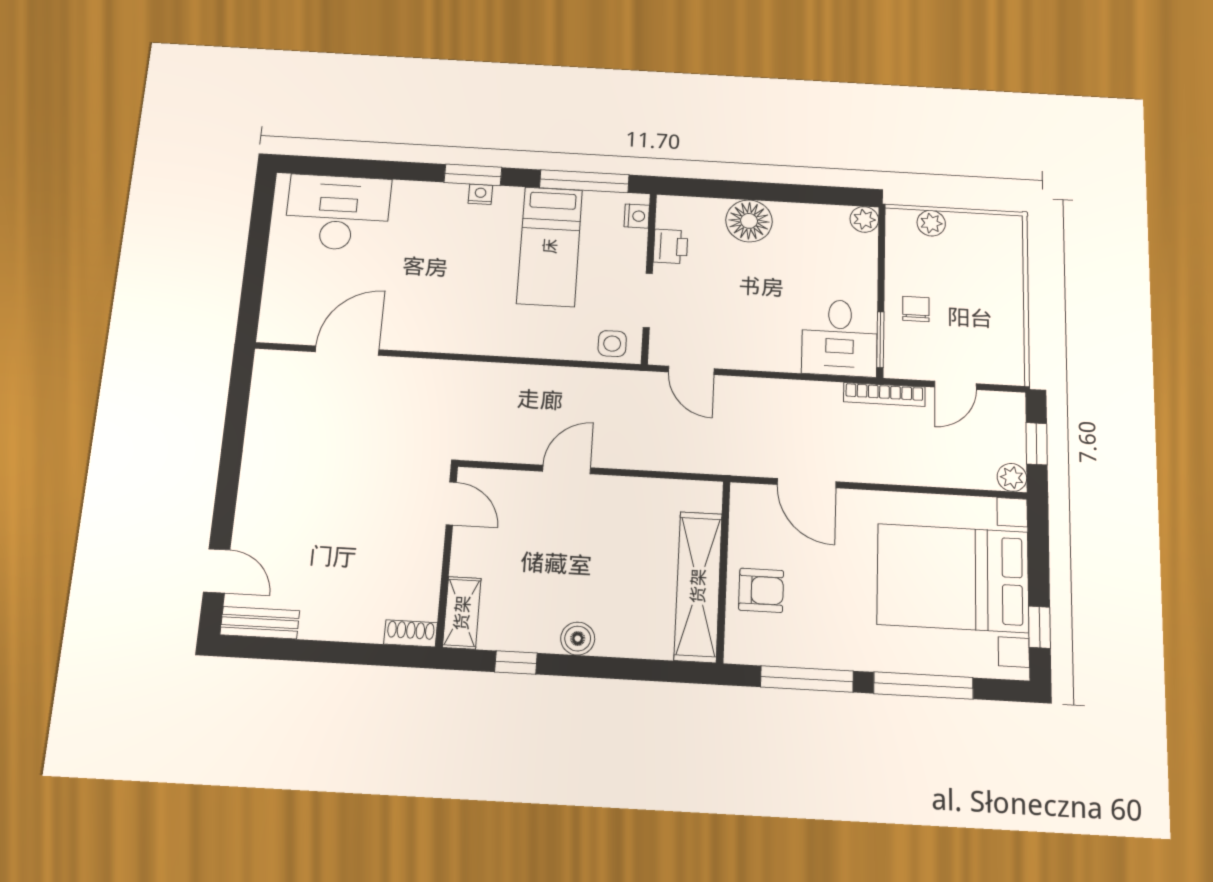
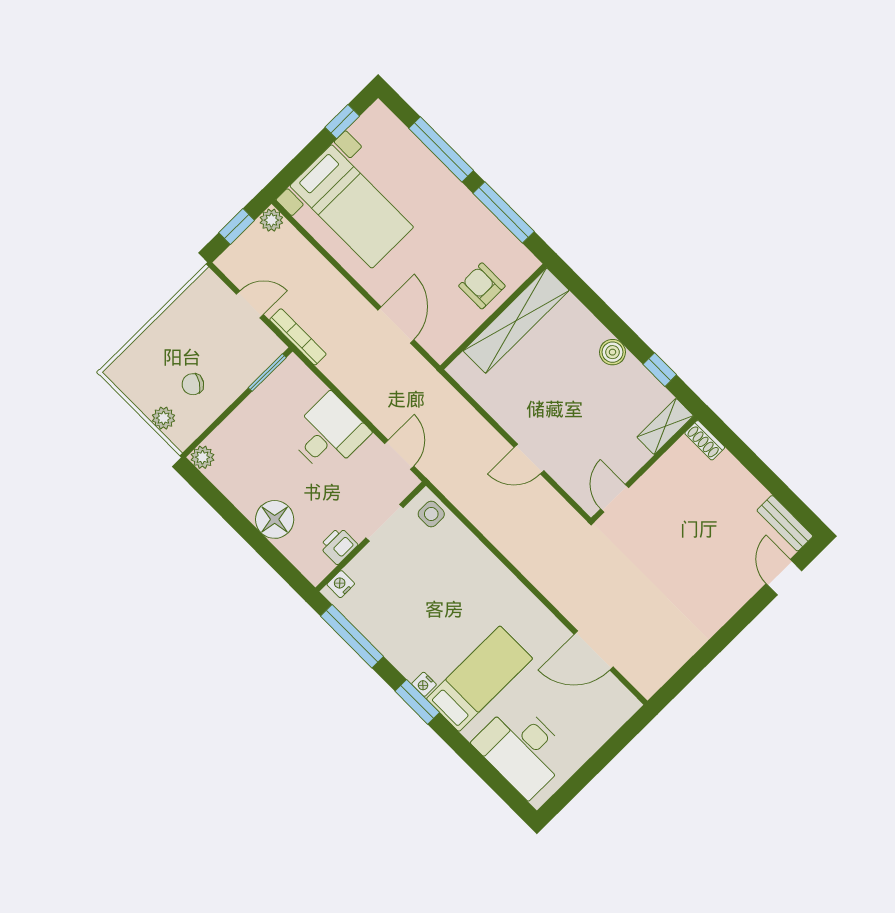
bed: (550, 246) -> (479, 679), moved
chair: (916, 309) -> (193, 384), moved, turned 33
desk: (840, 338) -> (329, 434), moved
bed with nightstands: (953, 578) -> (352, 206), width x0.73

